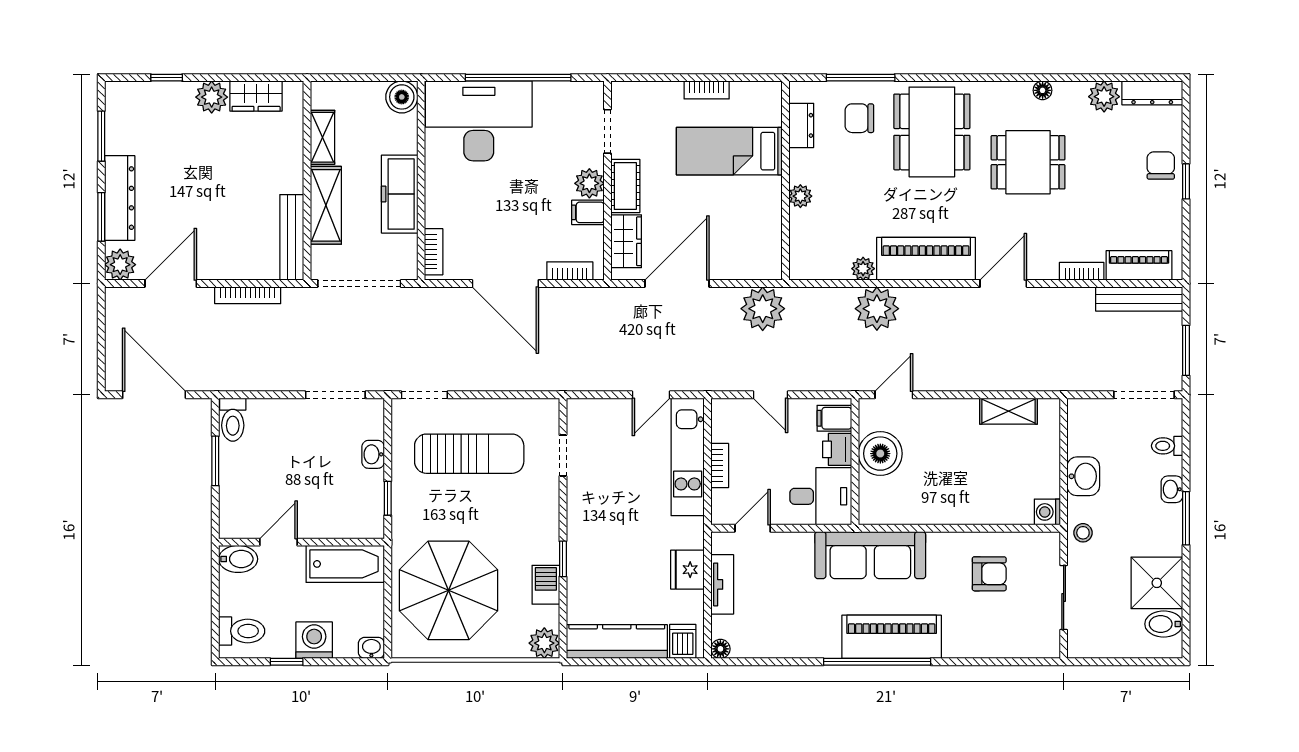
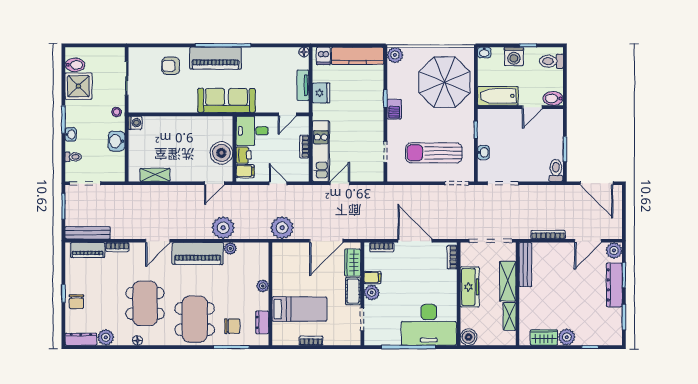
dining table: (1028, 162) -> (145, 303), width x1.38
armchair: (989, 574) -> (171, 66), moved
barbecue: (546, 585) -> (394, 109), moved

